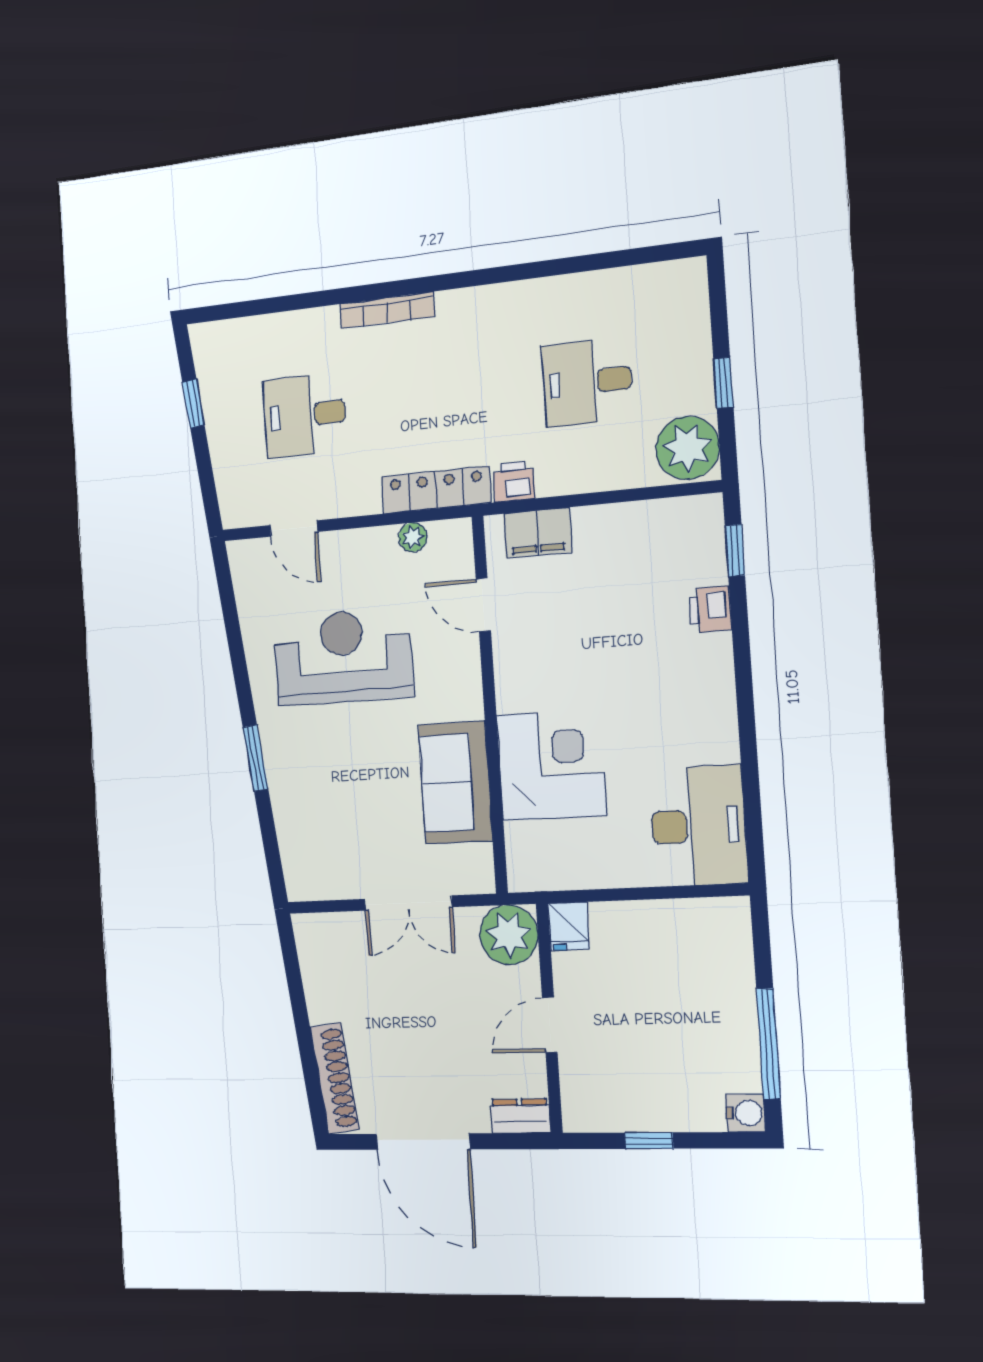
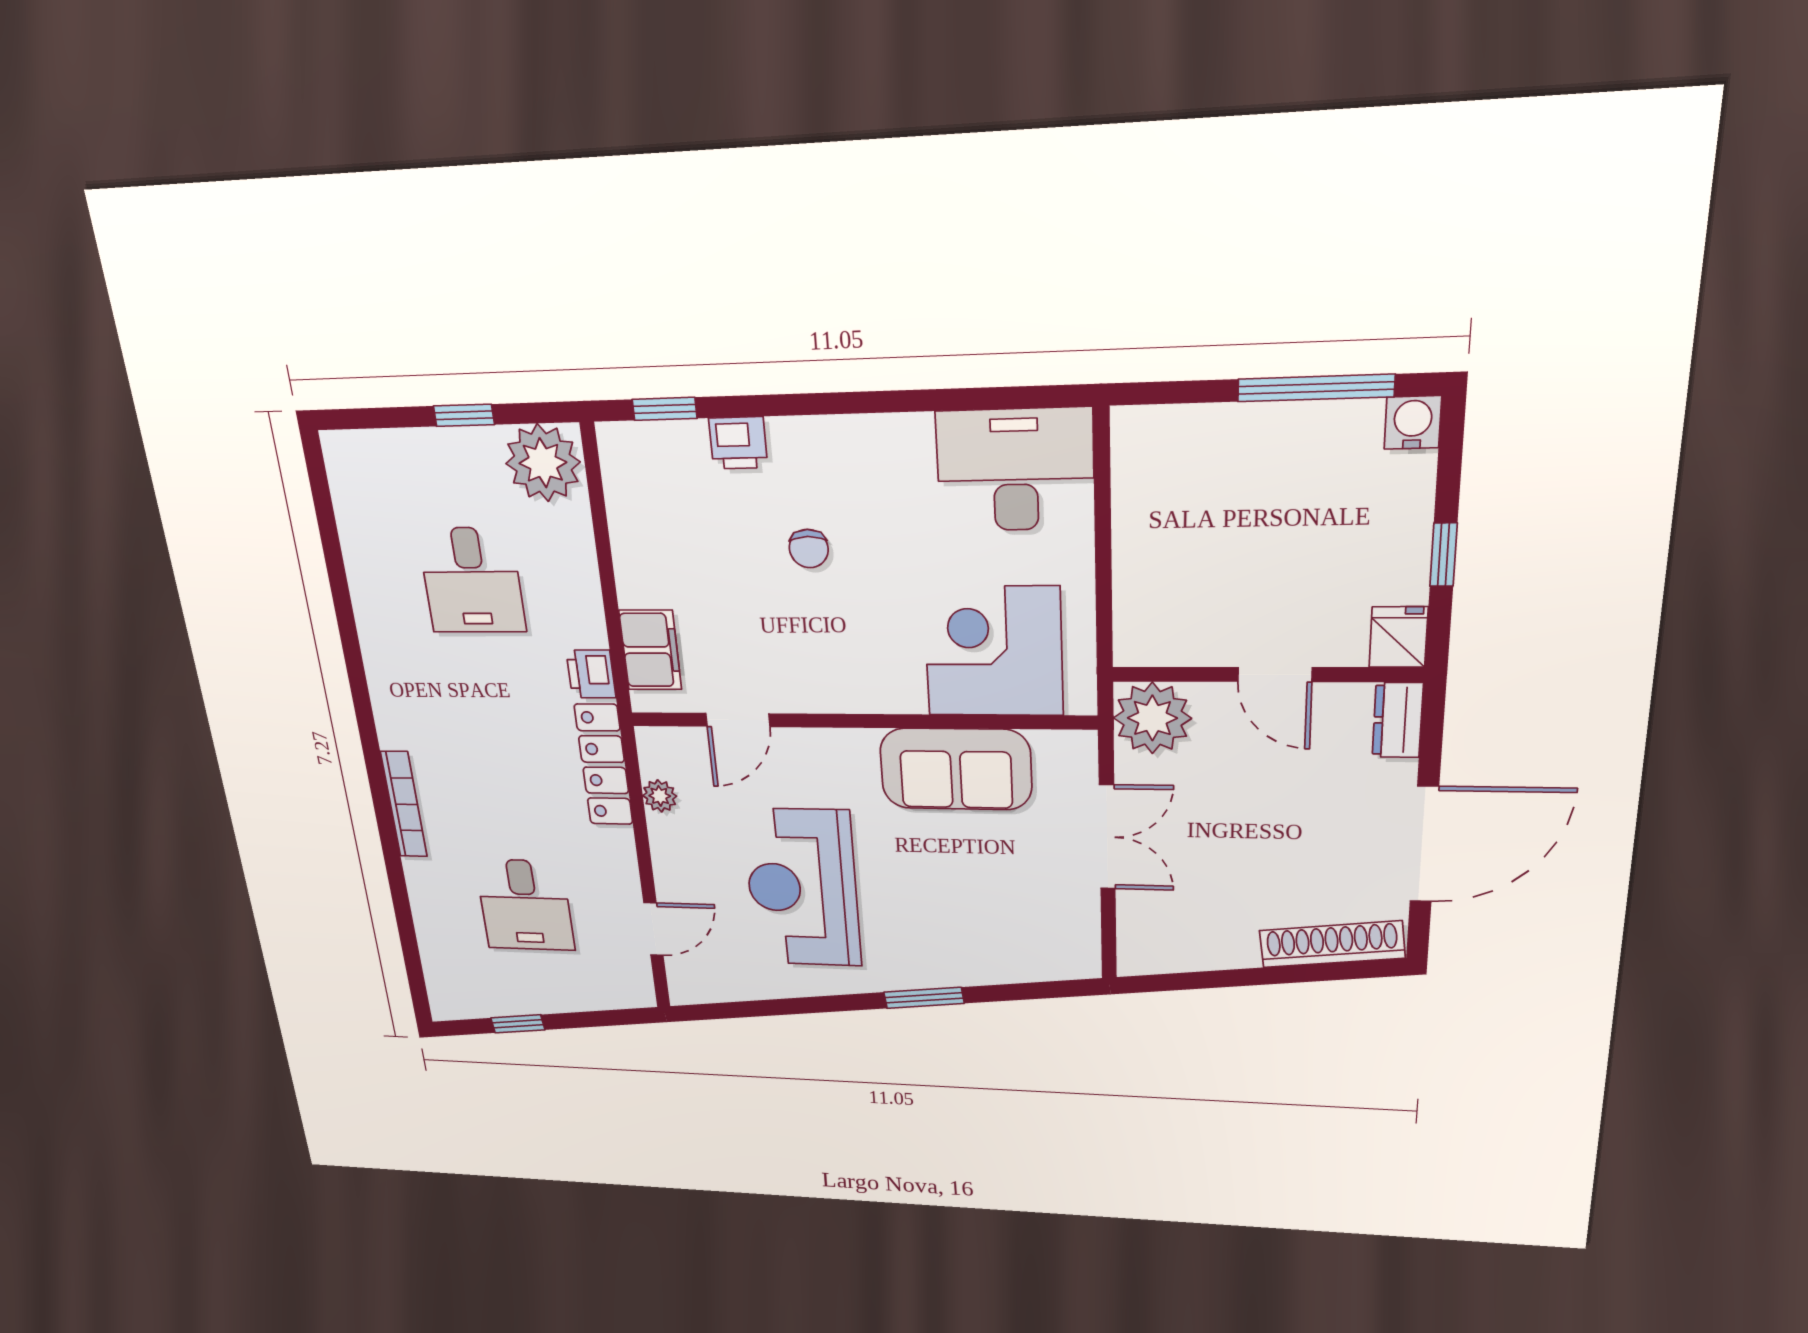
chair: (629, 665) -> (809, 549), added
corner desk: (551, 765) -> (993, 651), moved
fridge: (569, 926) -> (1399, 637), moved, turned -90

